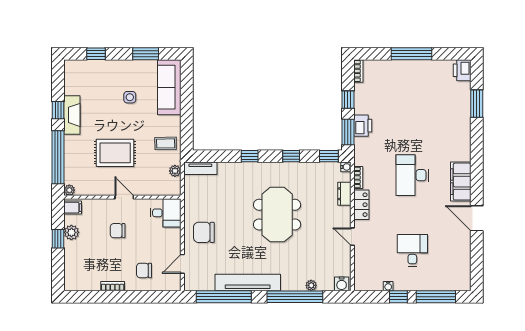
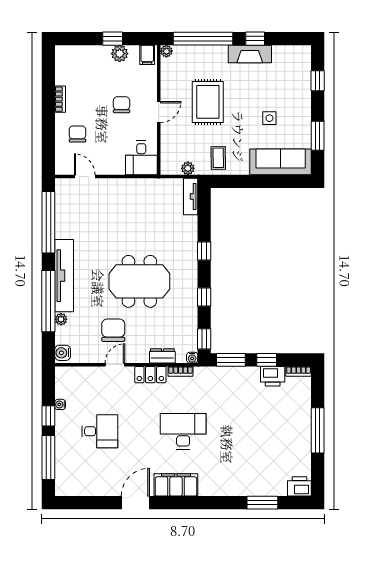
printer: (363, 126) -> (273, 376), moved
chair: (204, 232) -> (113, 330), moved
tv unit: (248, 282) -> (64, 276), moved

